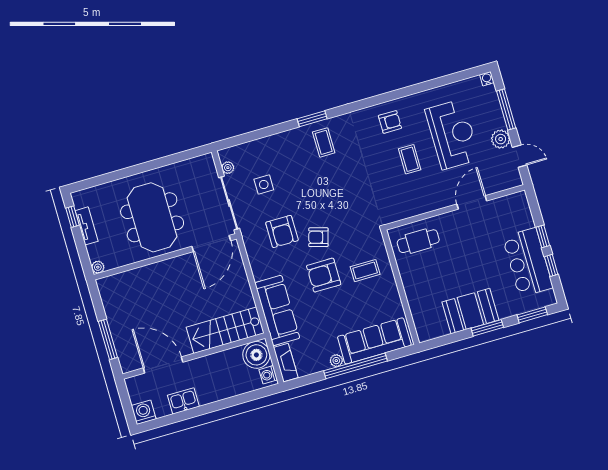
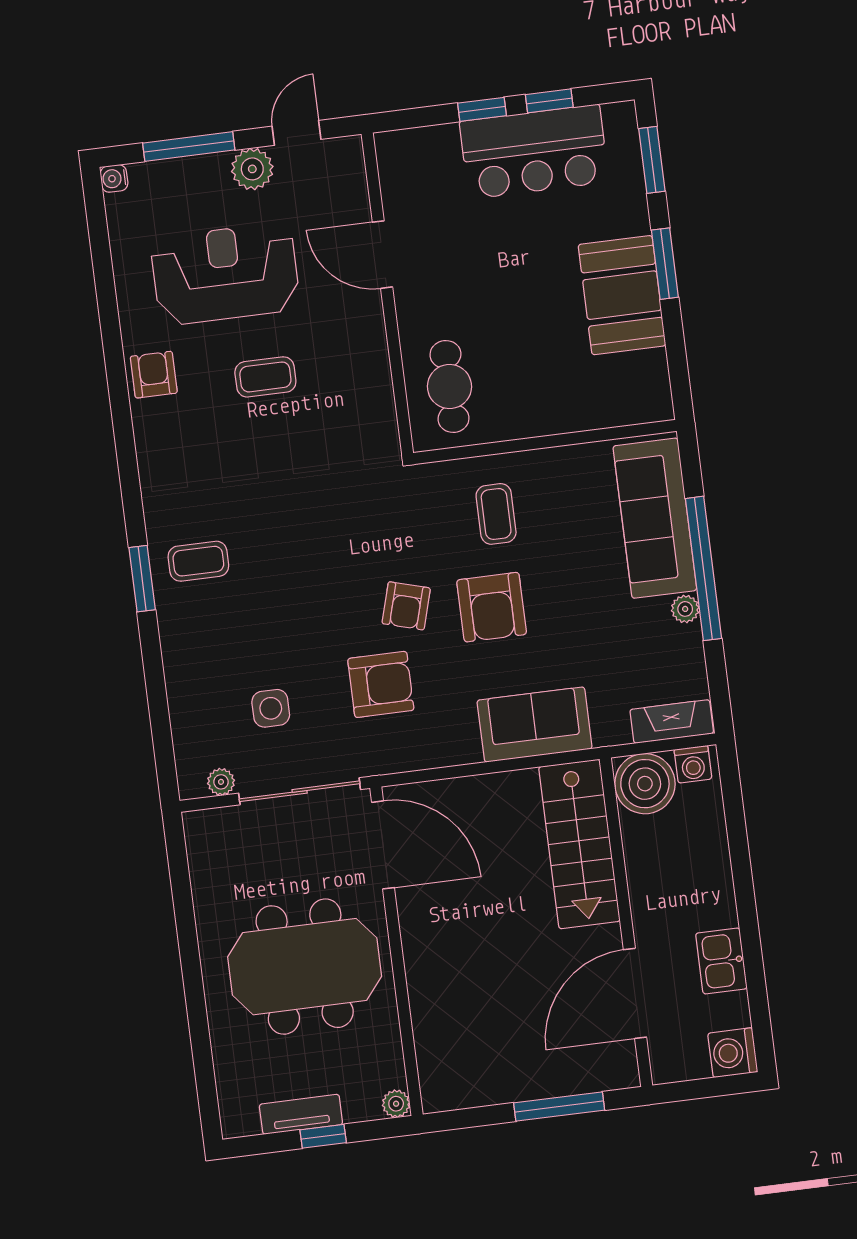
armchair: (390, 122) -> (154, 375), moved
window: (72, 217) -> (323, 1136), moved
sofa: (277, 310) -> (535, 725), width x0.73

